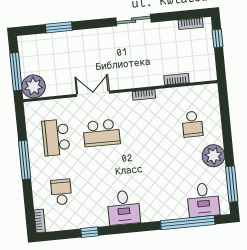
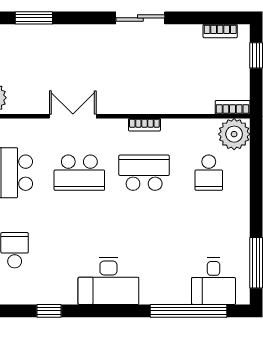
bookcase: (177, 79) -> (233, 107), moved
school desk: (147, 129) -> (144, 173), added
plant: (213, 156) -> (234, 134), moved
desk: (124, 208) -> (108, 281), width x1.37

